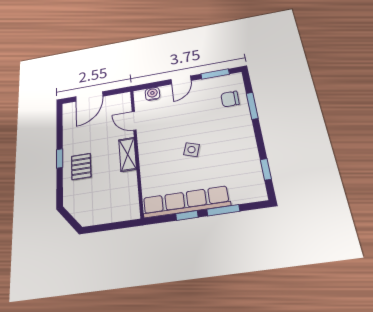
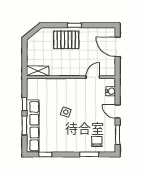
shelving: (128, 154) -> (38, 71), moved
pallet: (81, 167) -> (66, 40), width x1.50, depth x1.42
row of seats: (186, 202) -> (33, 126), moved

